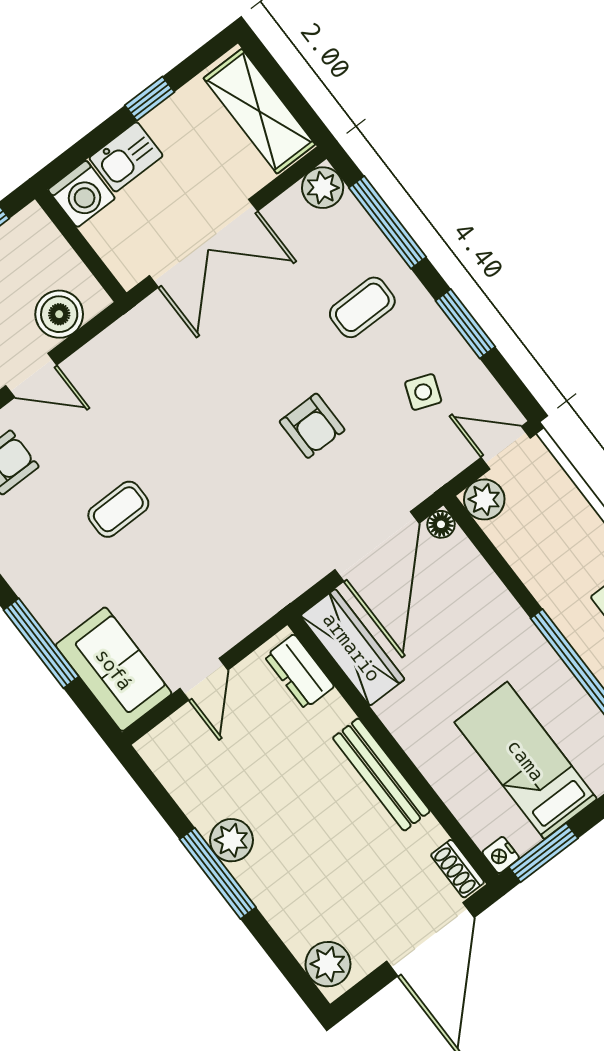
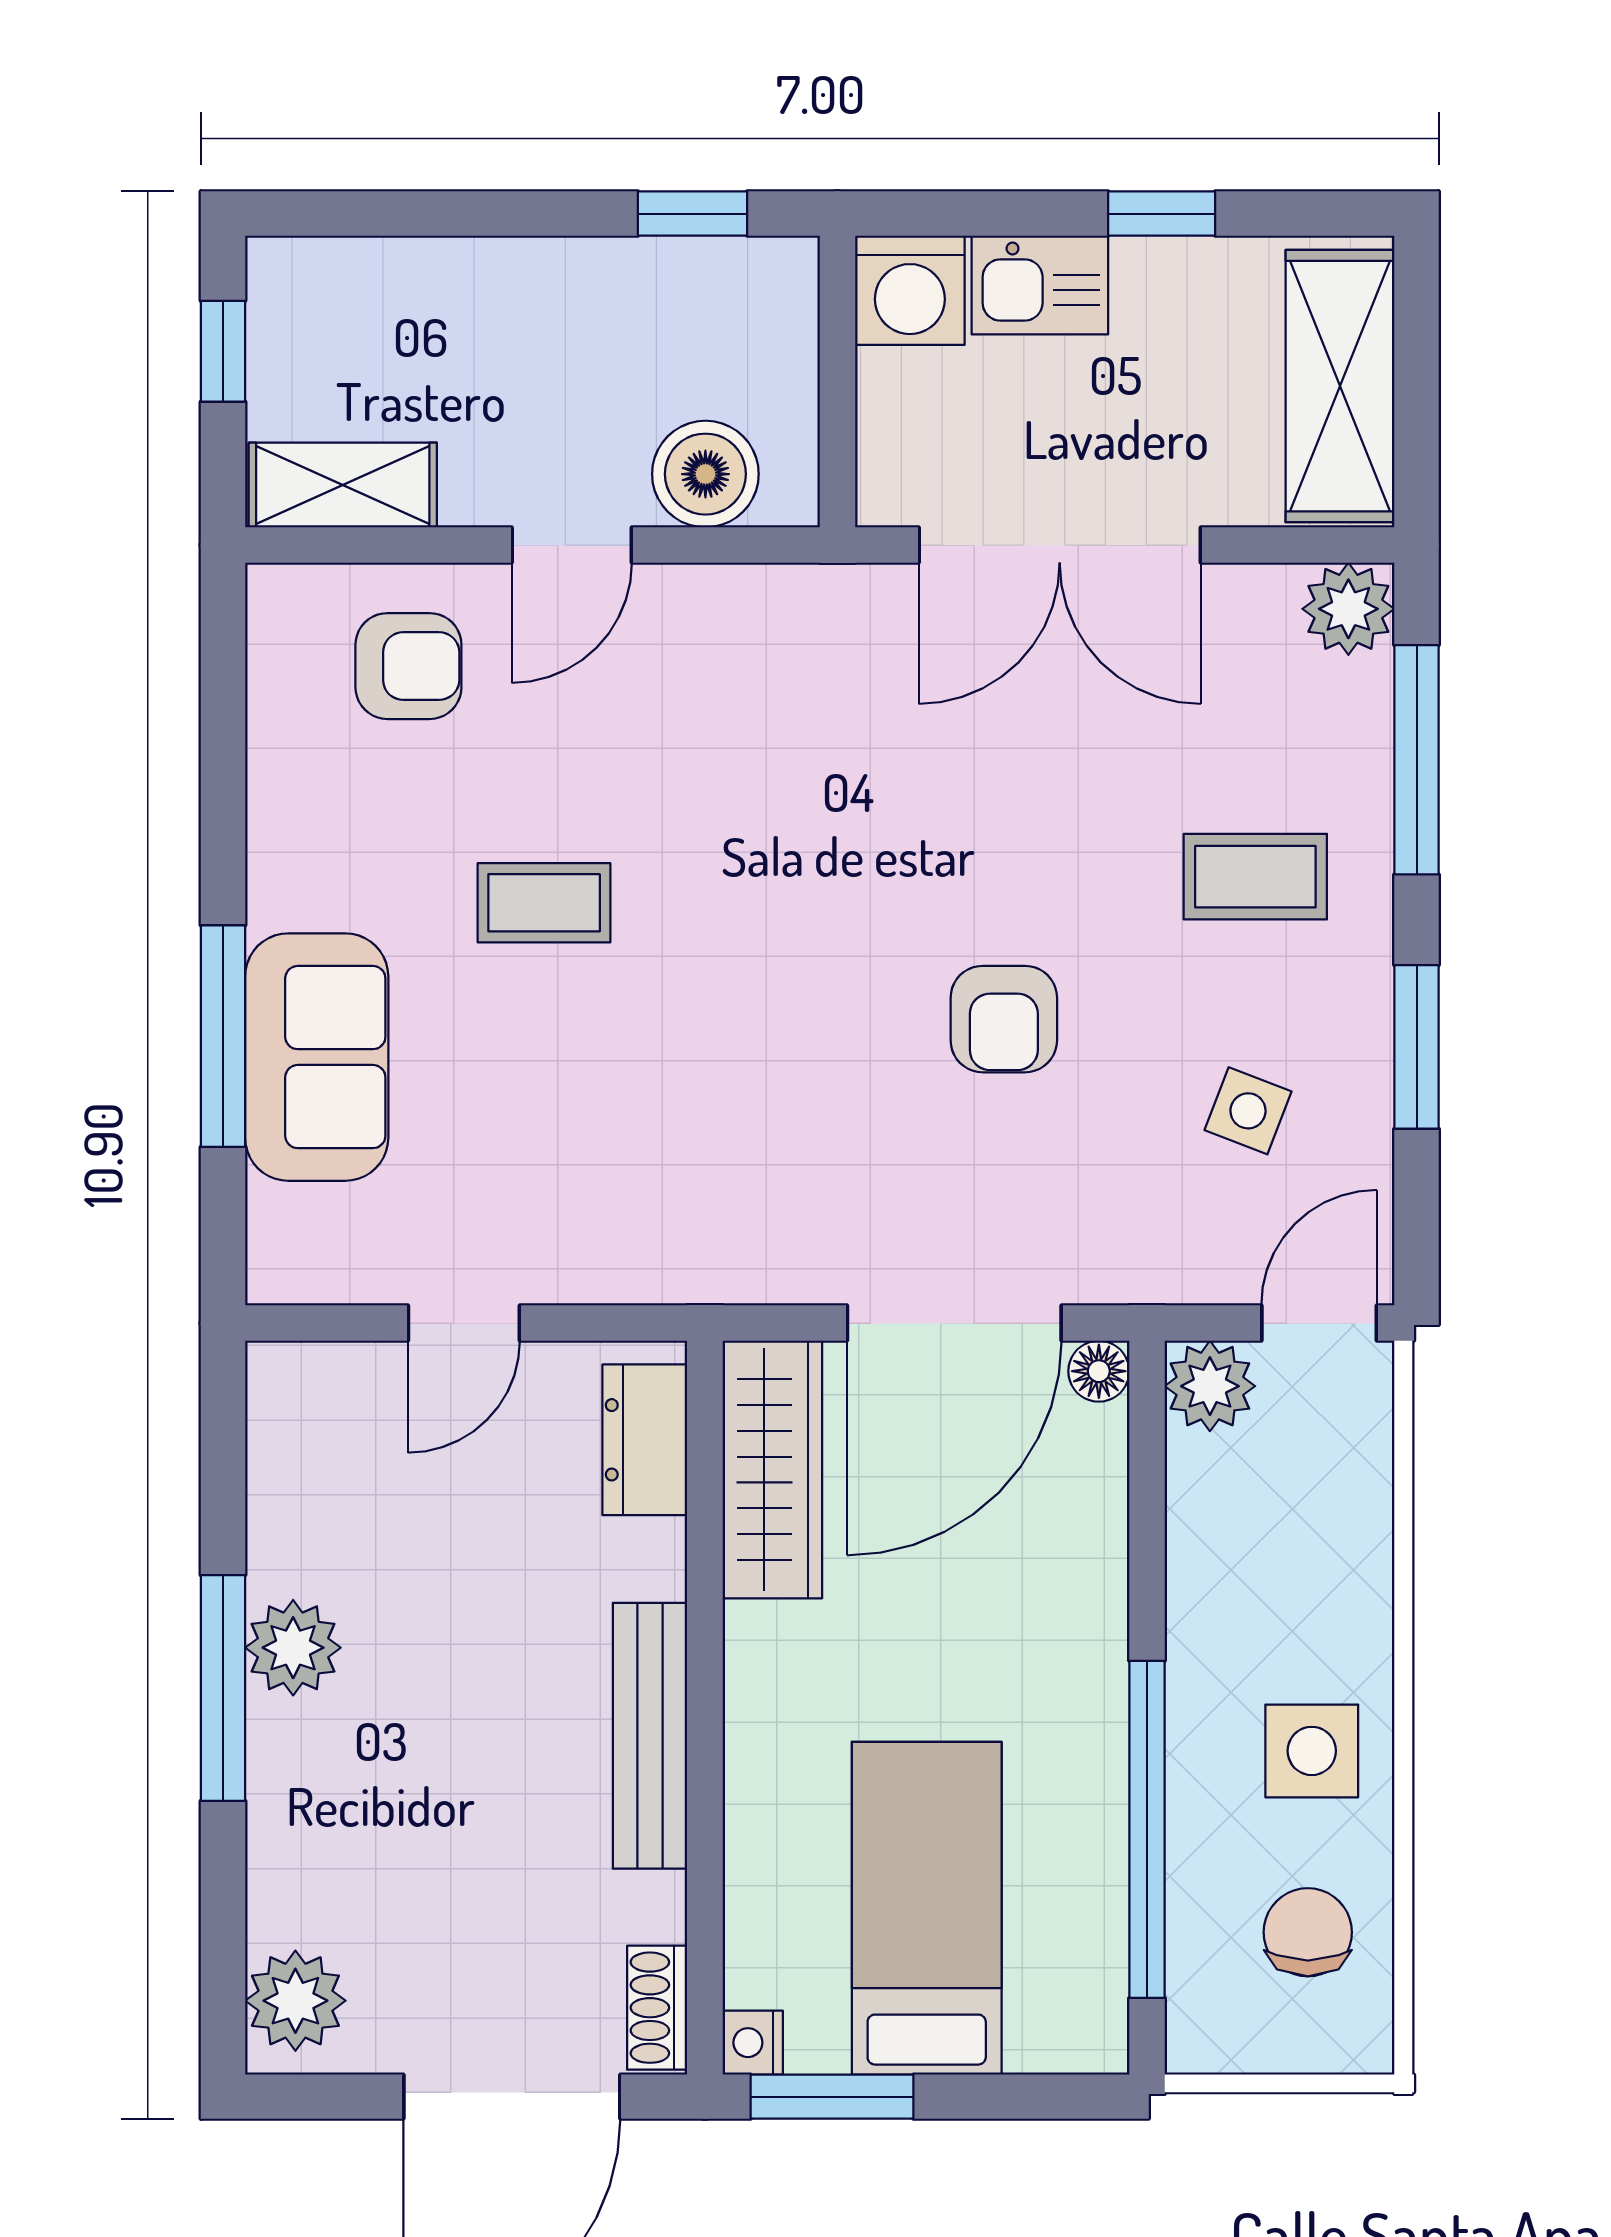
door: (31, 375) -> (572, 545), hinge flipped
door: (506, 448) -> (1319, 1323), hinge flipped
sofa: (114, 669) -> (317, 1057), moved

